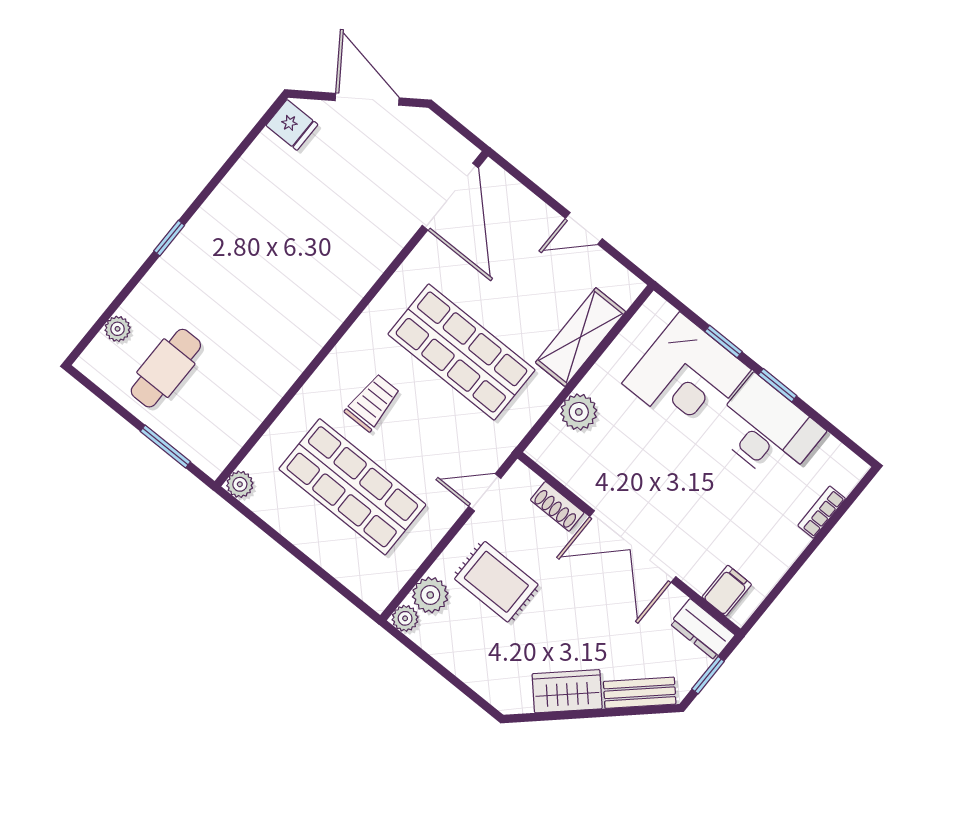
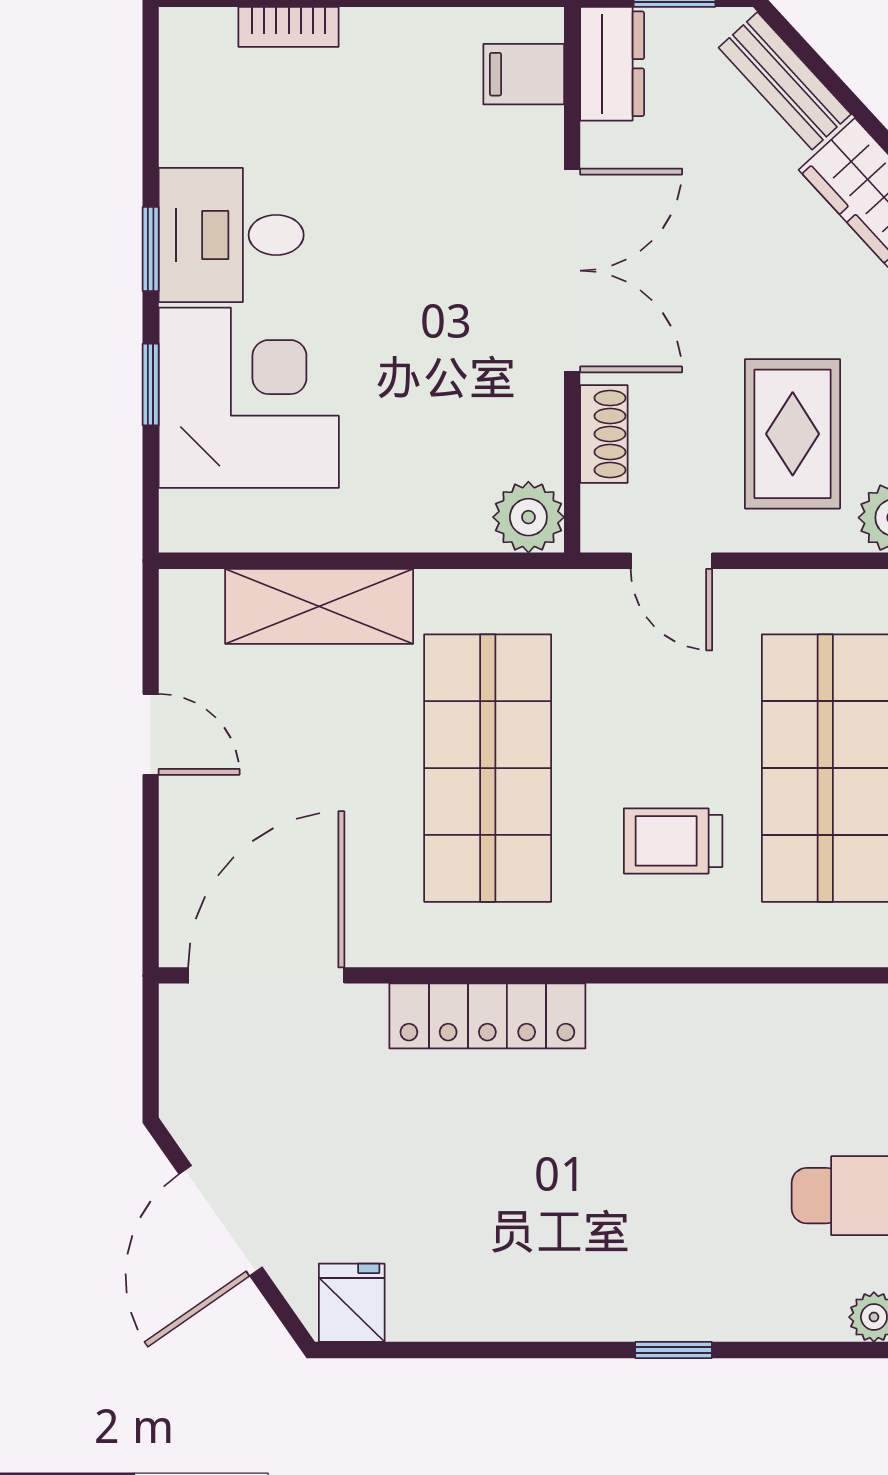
locker: (363, 272) -> (487, 1016), added
plant: (579, 412) -> (528, 517), moved
desk: (767, 430) -> (231, 235), width x0.73

